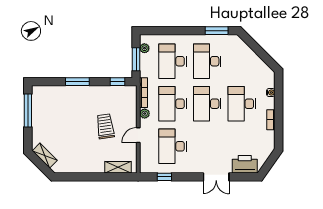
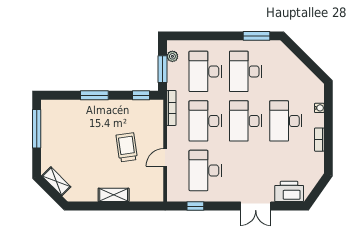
plant: (145, 114) -> (173, 132), removed
shelving: (118, 167) -> (114, 195), moved

